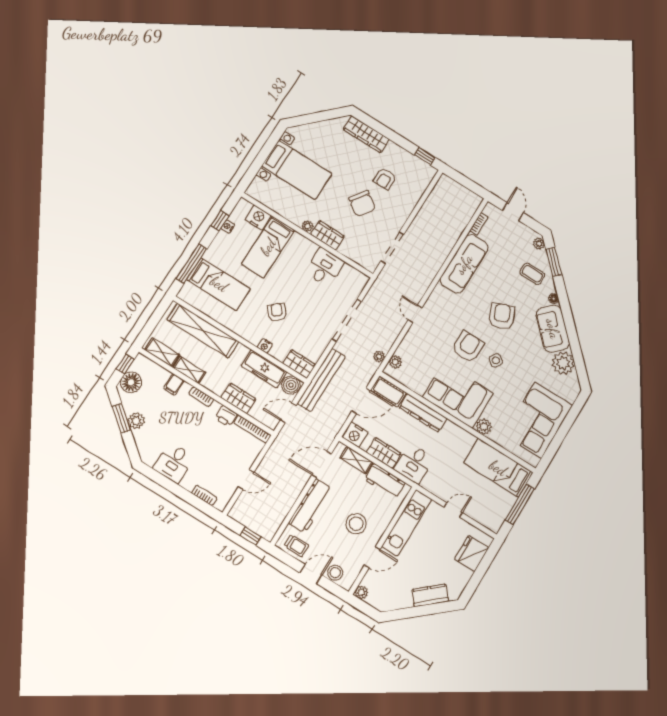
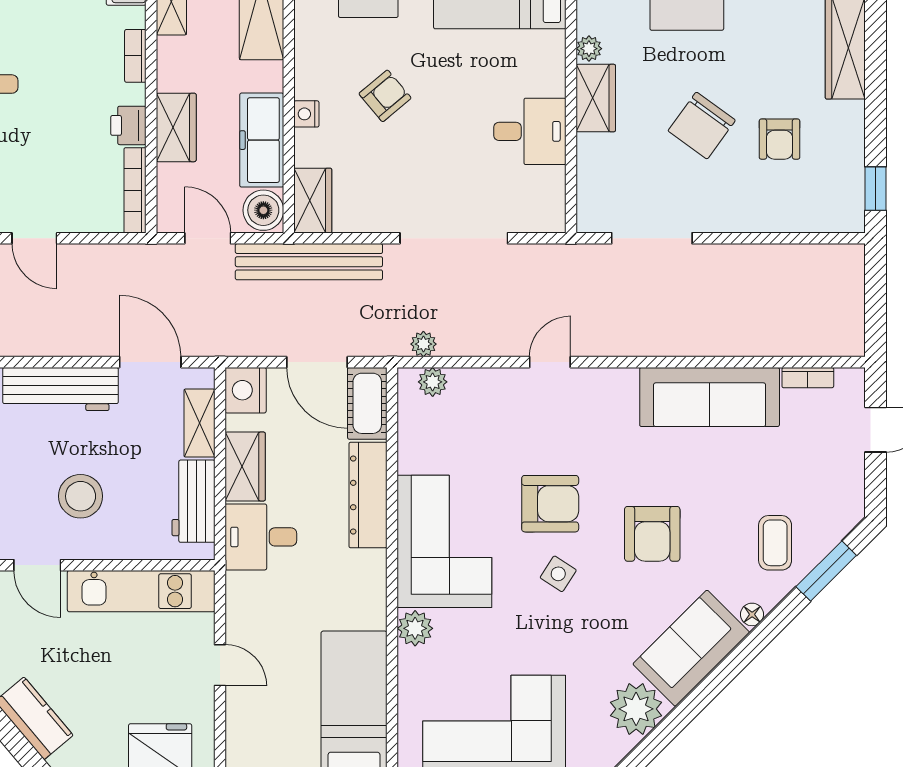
armchair: (385, 179) -> (779, 139), turned -90
plant: (539, 244) -> (844, 520), removed
armchair: (502, 316) -> (652, 534), turned 113

